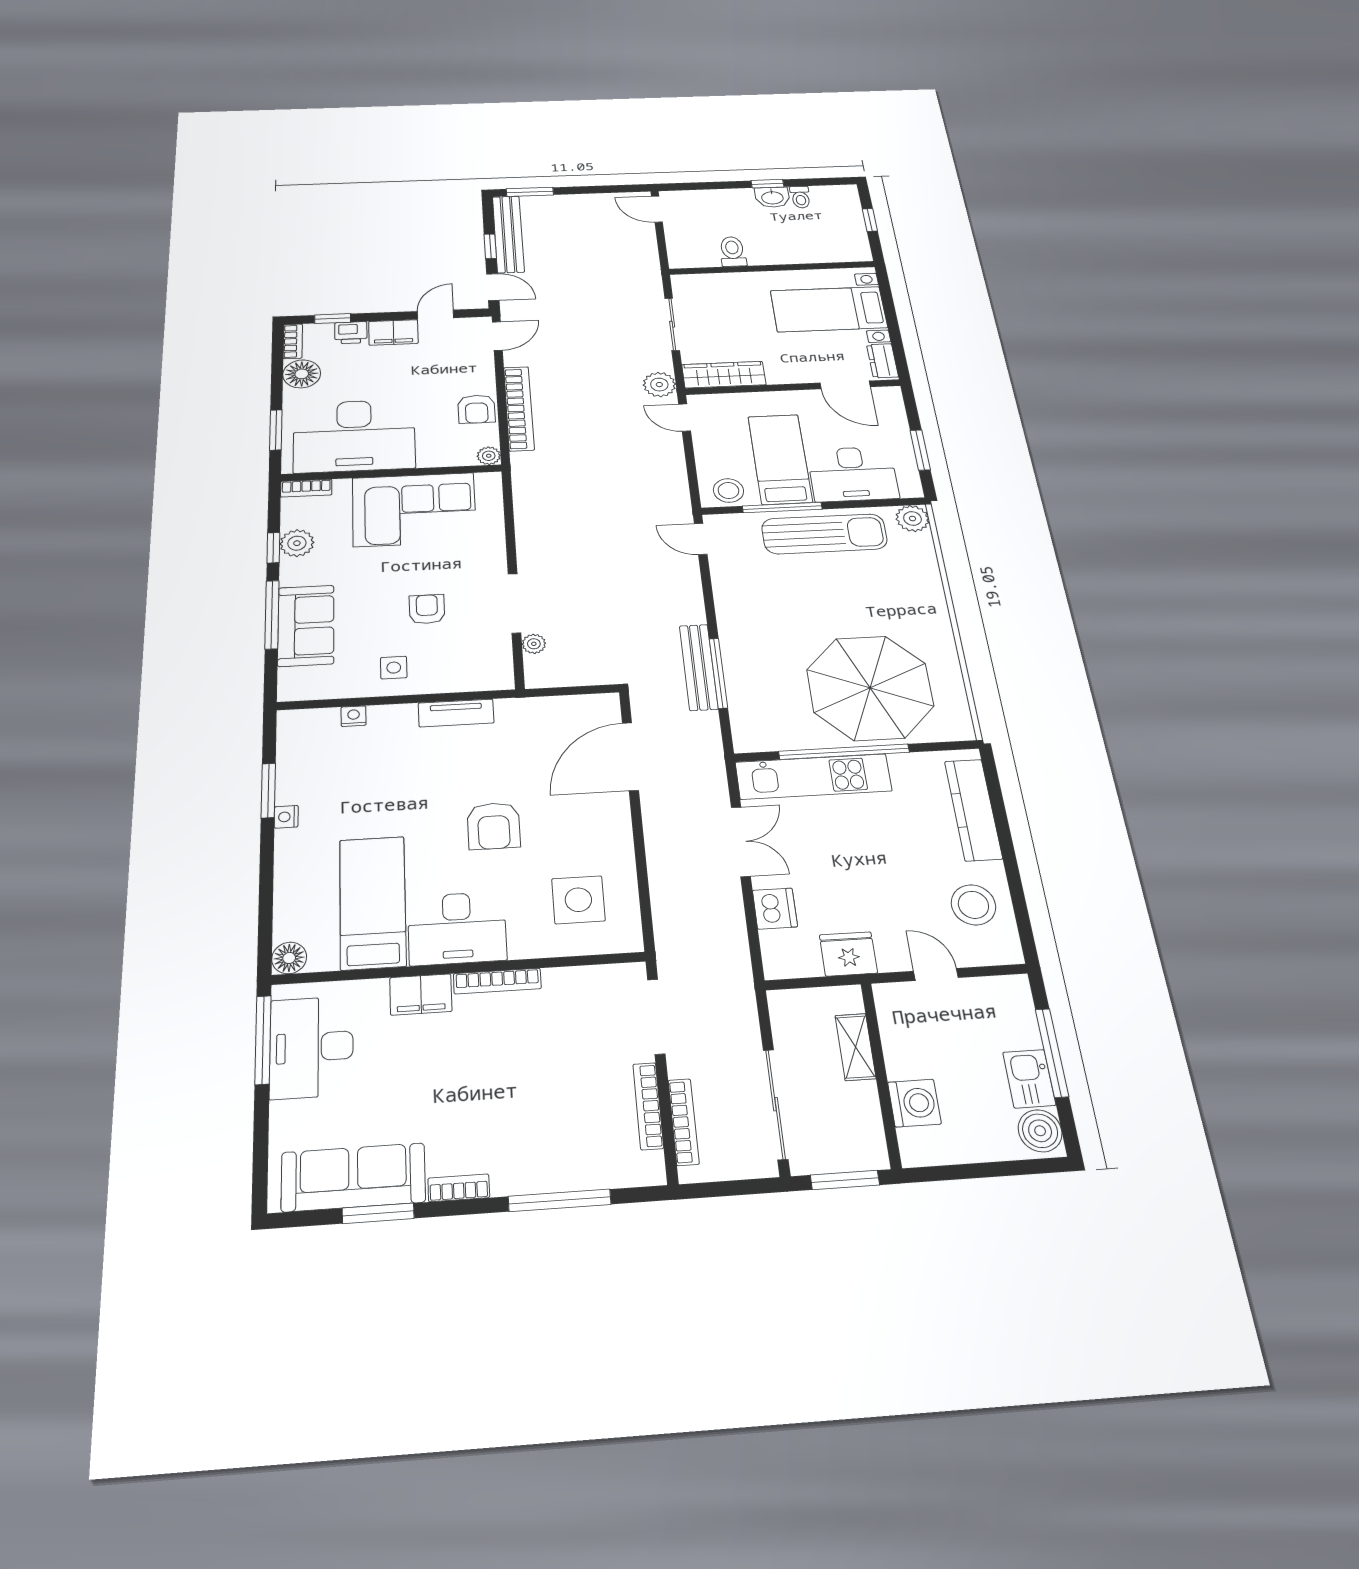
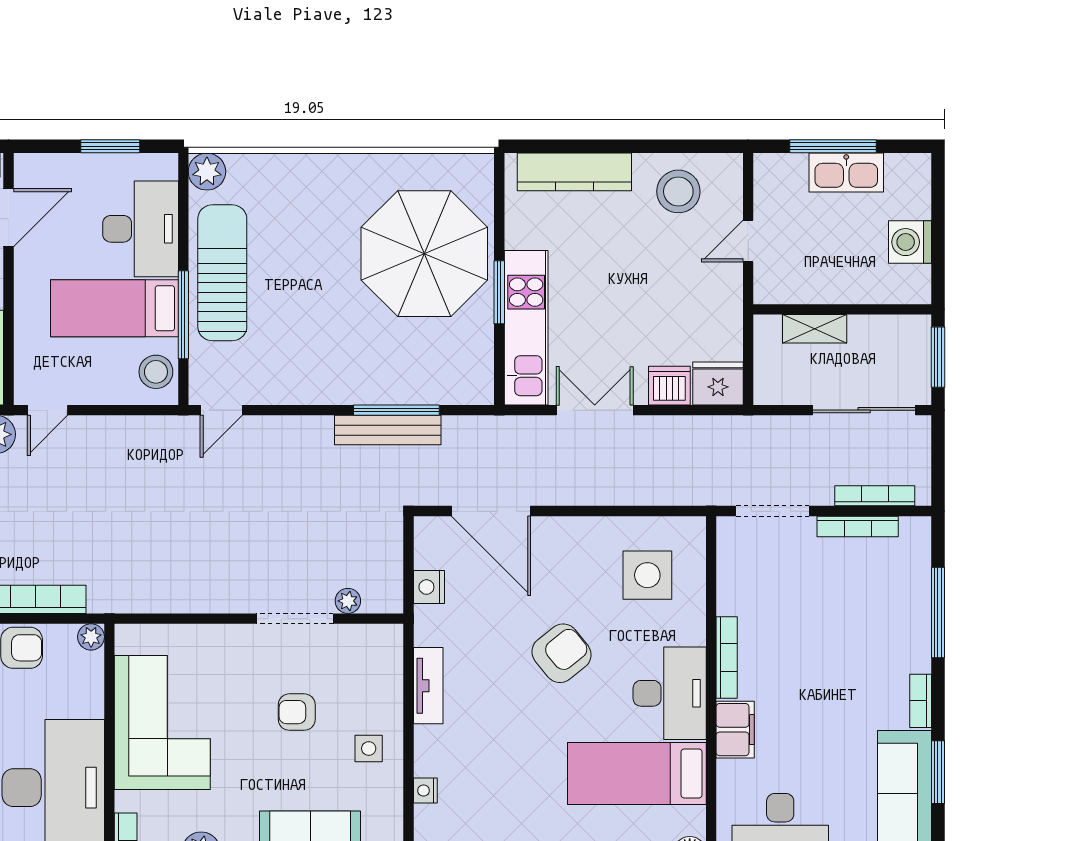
nightstand: (552, 708) -> (429, 587), added
window: (844, 752) -> (499, 292), width x0.47
armchair: (494, 826) -> (561, 653), turned -39
fridge: (848, 954) -> (718, 384), moved, turned 90
kitchen sink: (1029, 1079) -> (846, 173), width x1.38
washing machine: (914, 1103) -> (910, 242), moved, turned -90
boiler: (1040, 1131) -> (906, 173), removed

